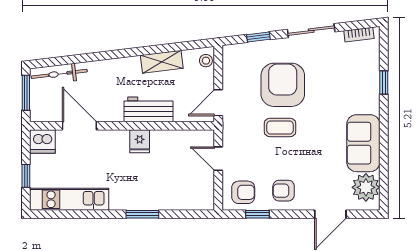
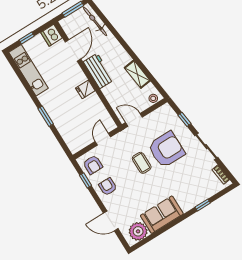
workbench: (148, 109) -> (99, 71), moved

